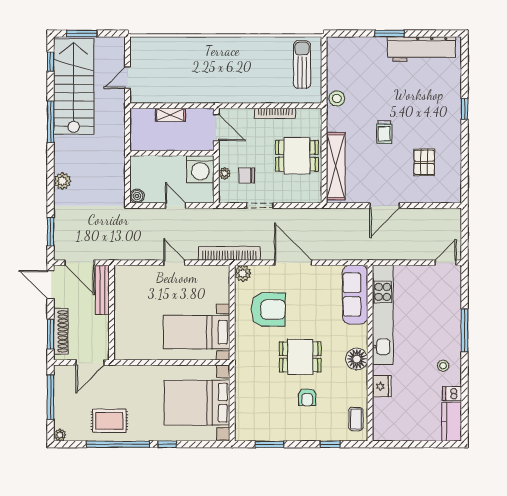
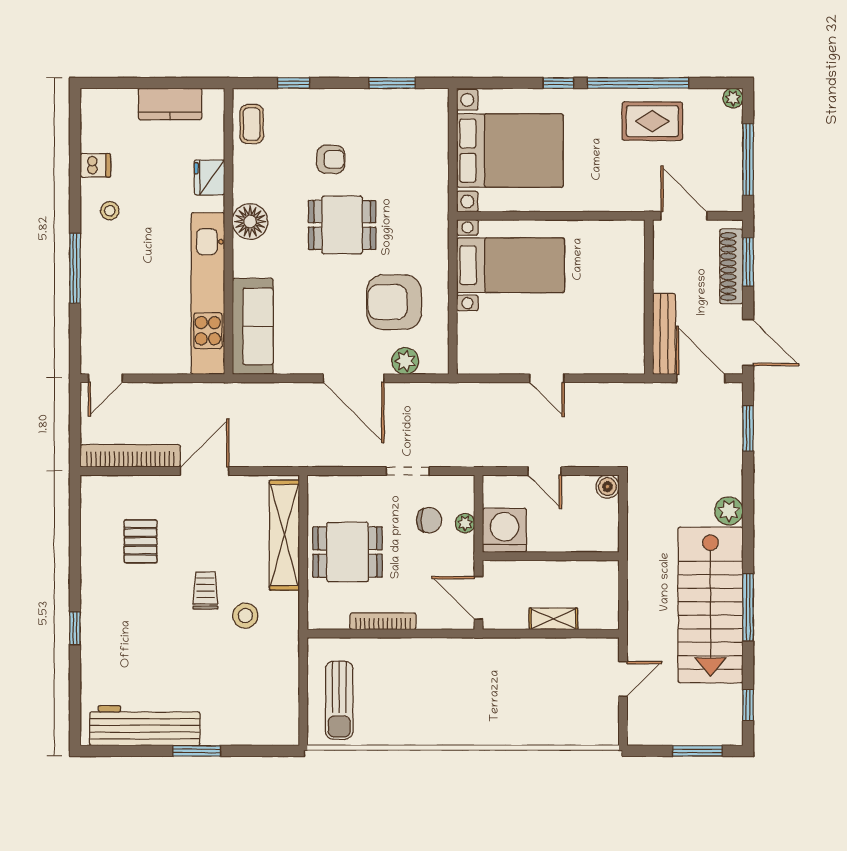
stairs: (74, 87) -> (710, 605), moved
stool: (337, 98) -> (245, 616), moved
bookcase: (229, 253) -> (130, 456), moved, turned 180
plant: (243, 273) -> (405, 361), moved
door: (90, 363) -> (684, 216), hinge flipped
armchair: (307, 397) -> (331, 159), turned 90
kitchen counter: (452, 422) -> (170, 104), moved, turned 90

